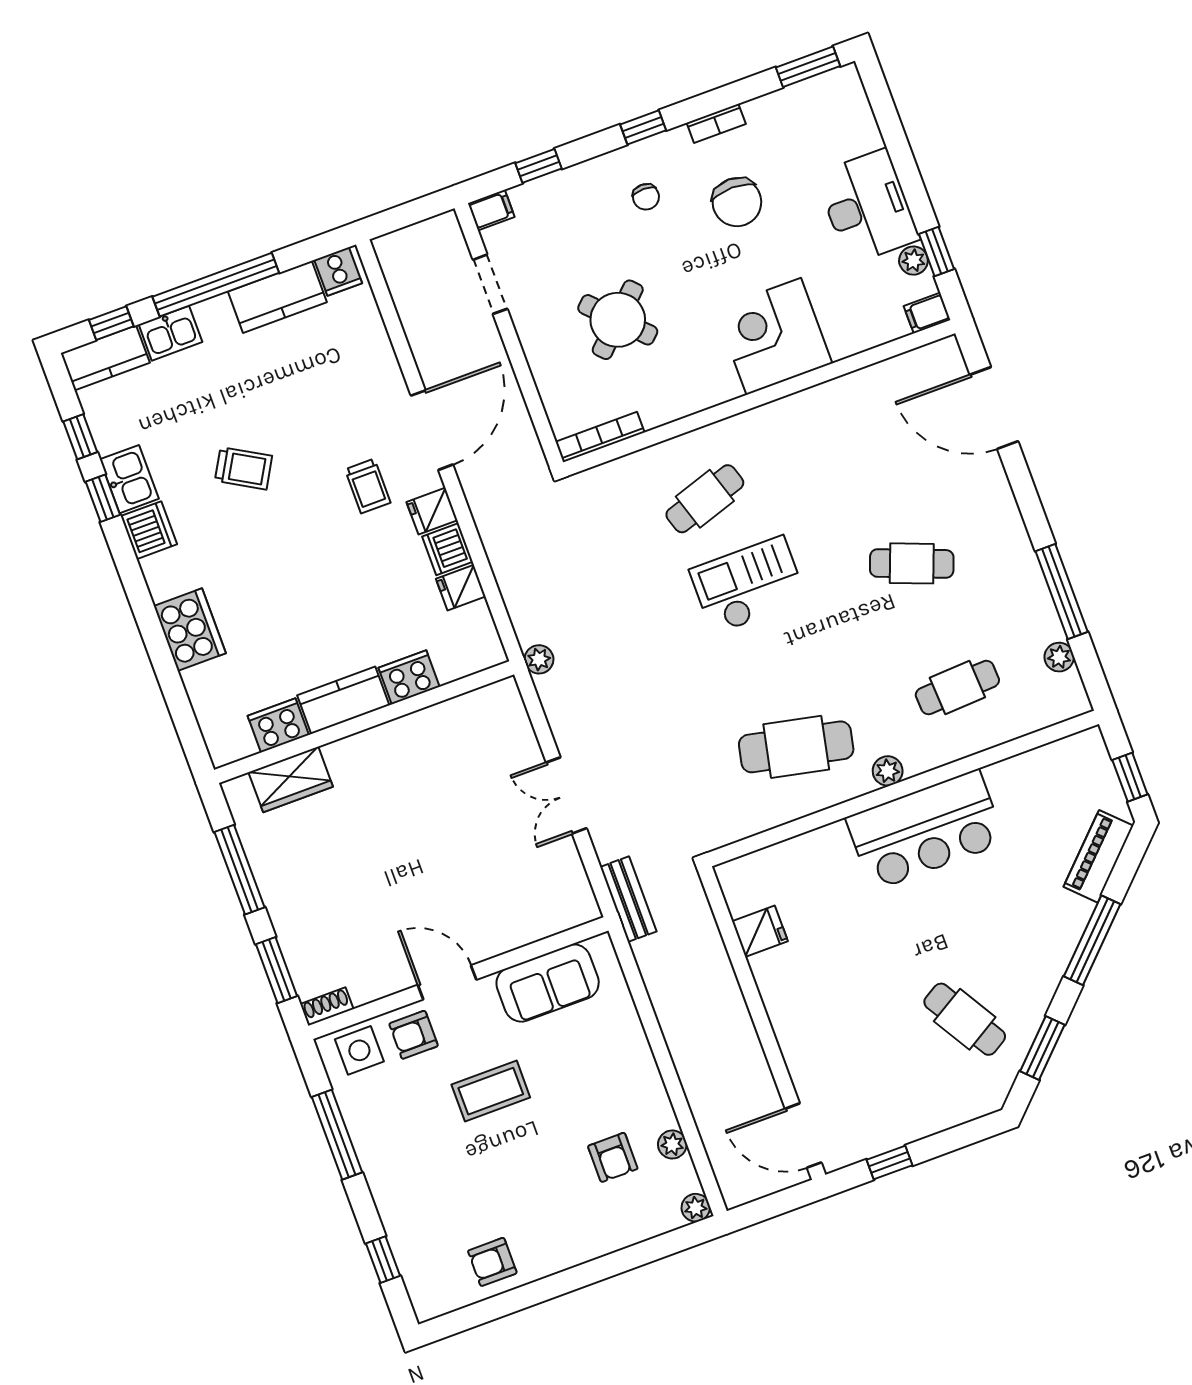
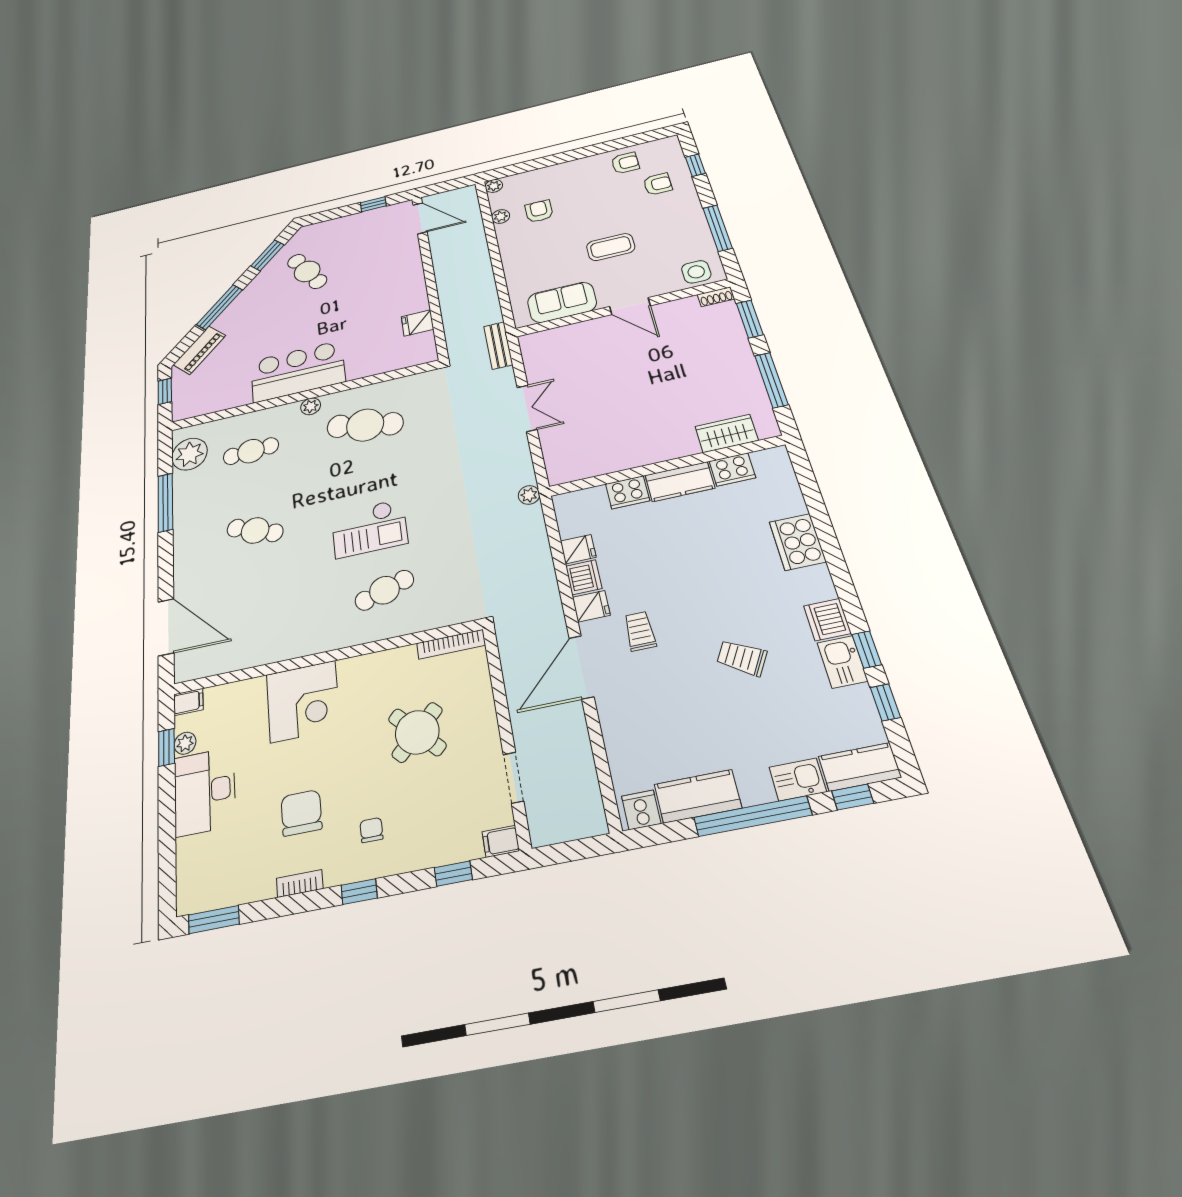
plant: (1059, 657) -> (190, 454), width x1.87, depth x1.87
armchair: (414, 1035) -> (658, 184), moved

